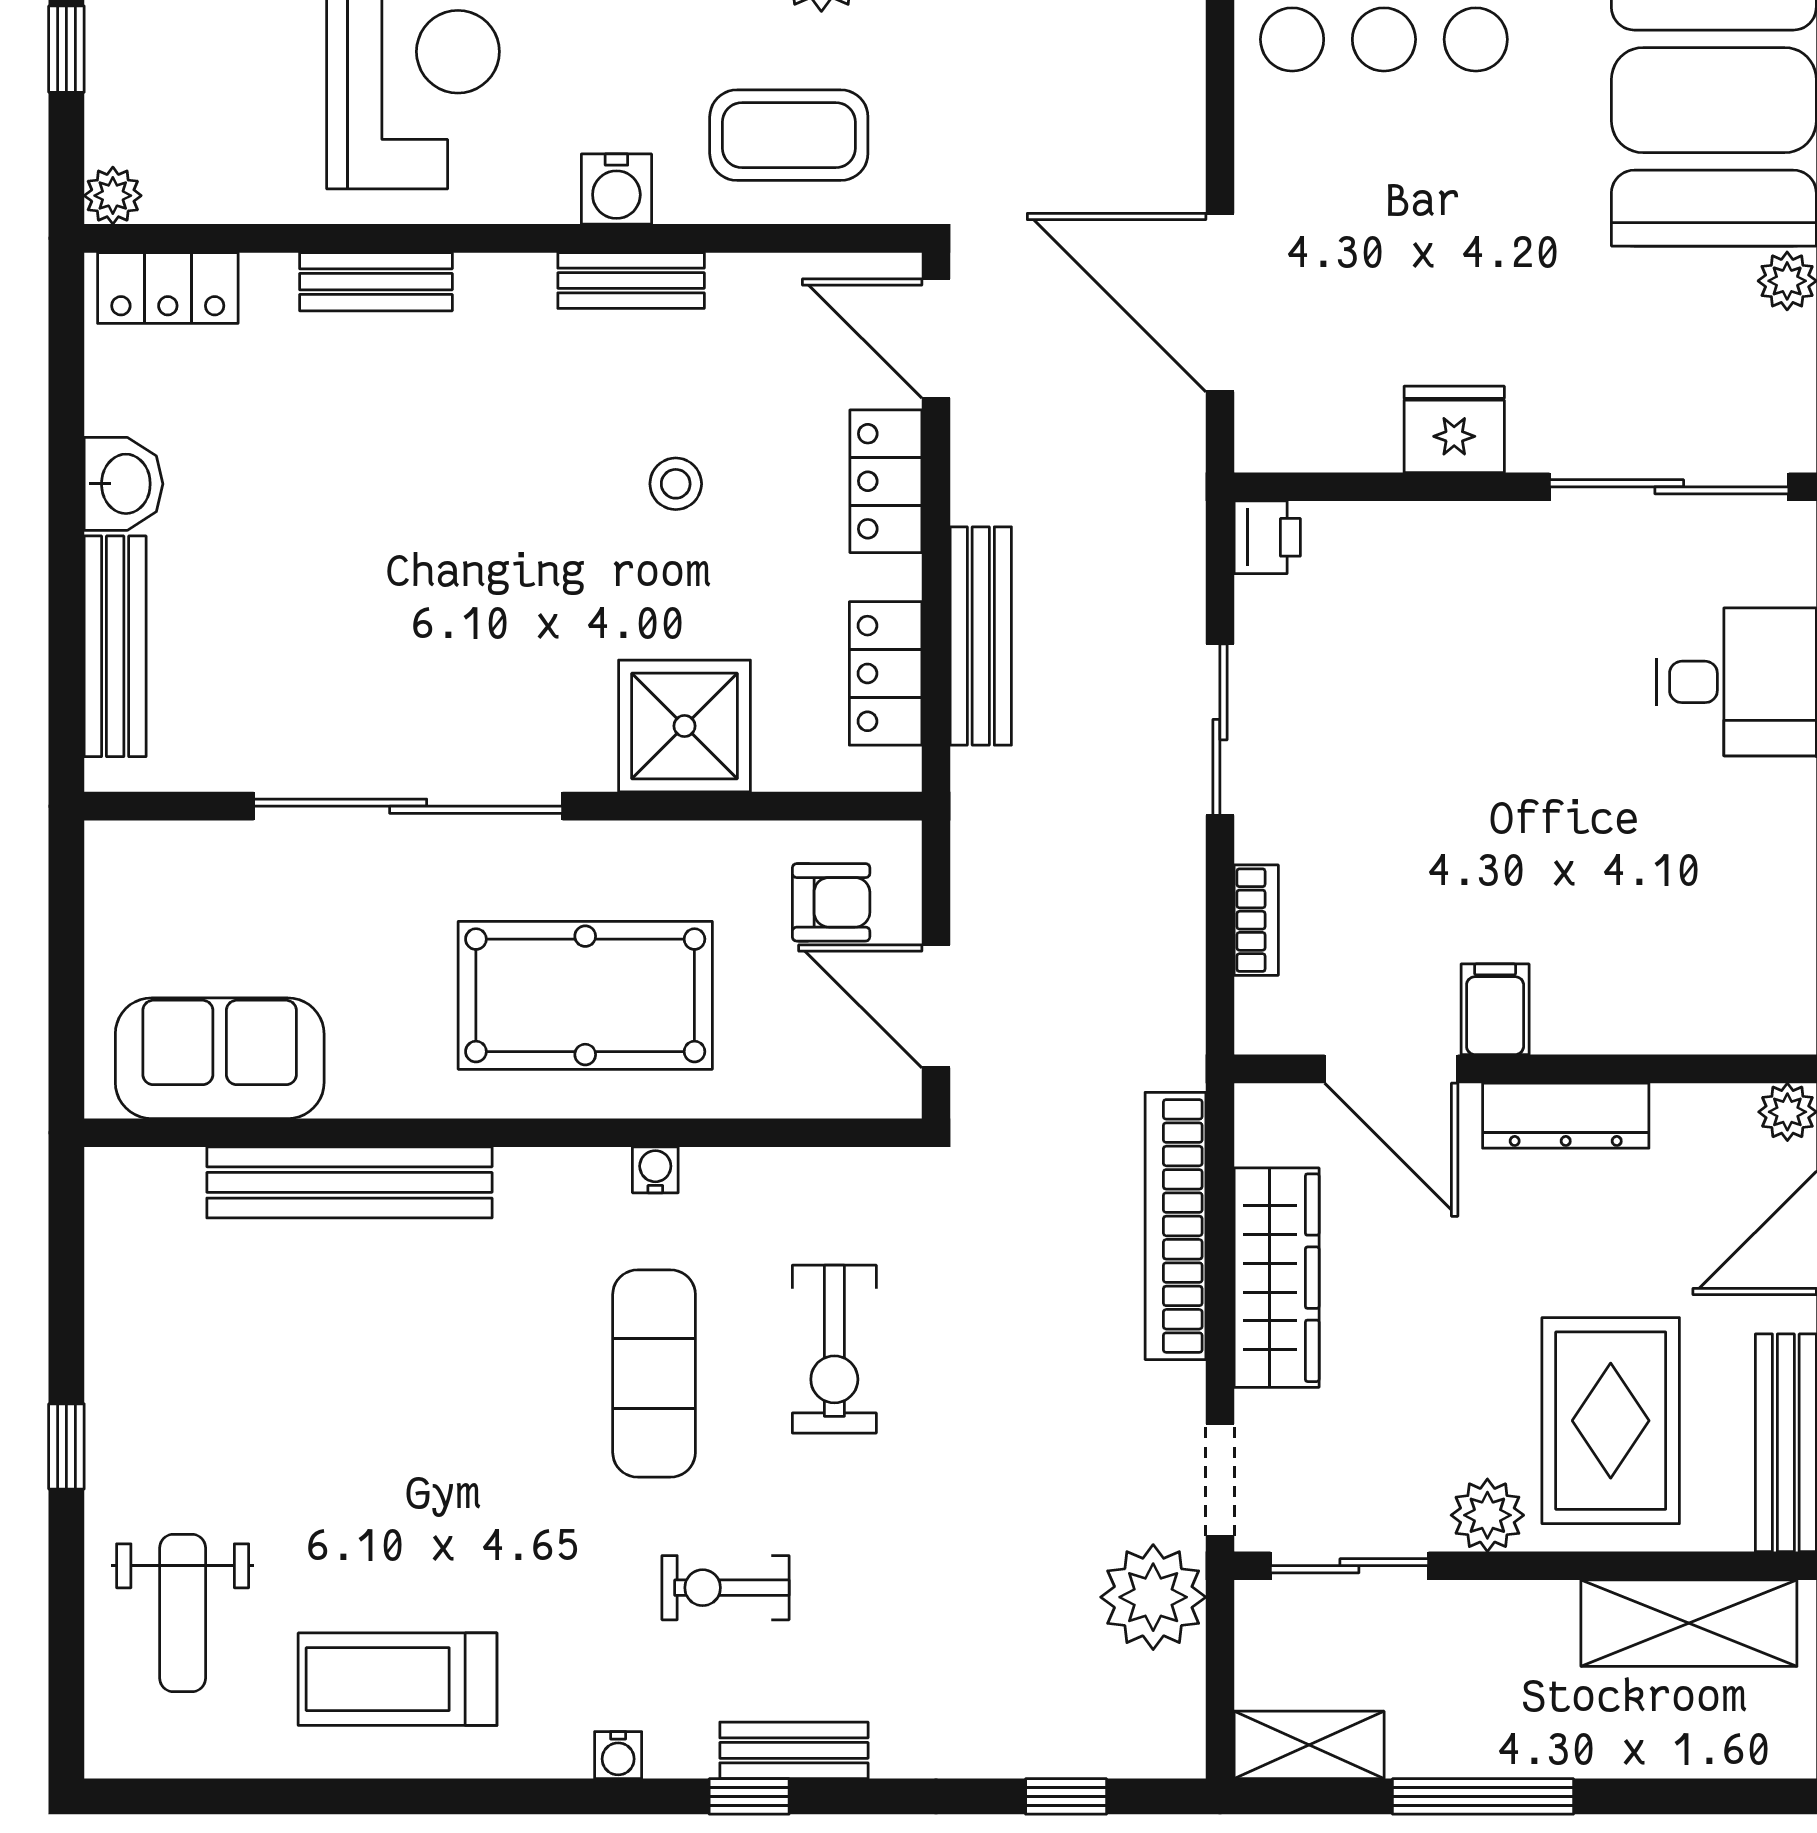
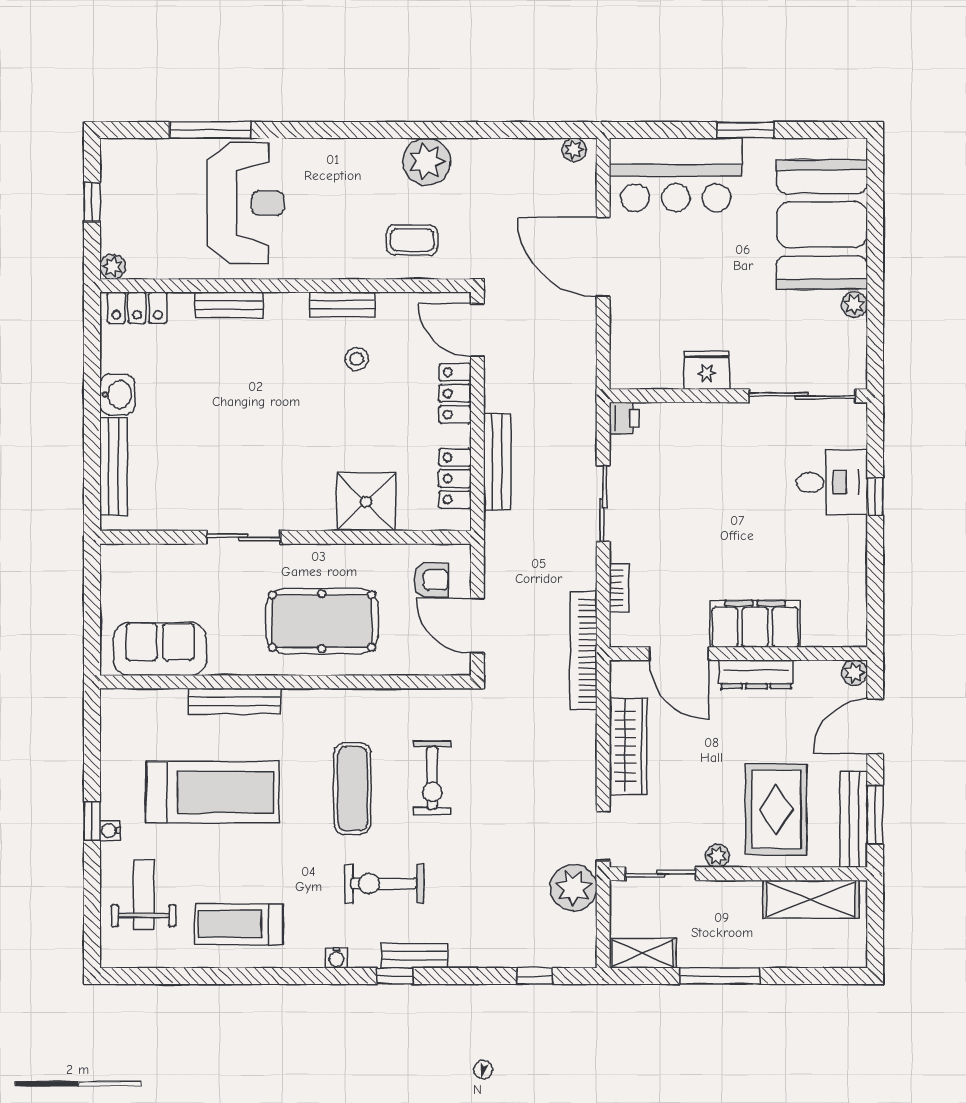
coffee table: (789, 135) -> (412, 240), width x0.73, depth x0.77
water cooler: (616, 189) -> (336, 264), removed
door: (1220, 303) -> (603, 257), moved
stool: (676, 484) -> (357, 359), moved
sliding door: (408, 806) -> (243, 537), width x0.54
filing cabinet: (1495, 1009) -> (755, 624), width x3.00, depth x1.17
water cooler: (655, 1170) -> (110, 831), moved, turned -90
bench: (349, 1182) -> (234, 701), width x0.73, depth x0.82
bookcase: (1175, 1226) -> (583, 651), moved
treadmill: (338, 1381) -> (212, 792), added
plant: (1487, 1515) -> (717, 856), width x0.73, depth x0.73
exercise bike: (726, 1588) -> (384, 884), width x1.38, depth x1.39
weight bench: (183, 1613) -> (144, 895), turned 180

